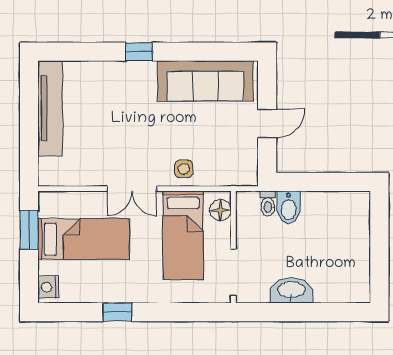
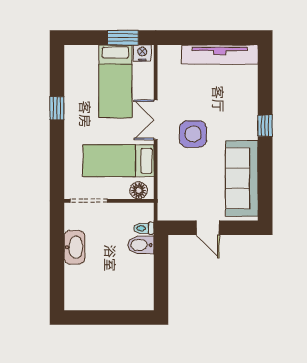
side table: (184, 169) -> (193, 134), moved, width x1.87, depth x1.87
nightstand: (48, 287) -> (142, 53), moved

